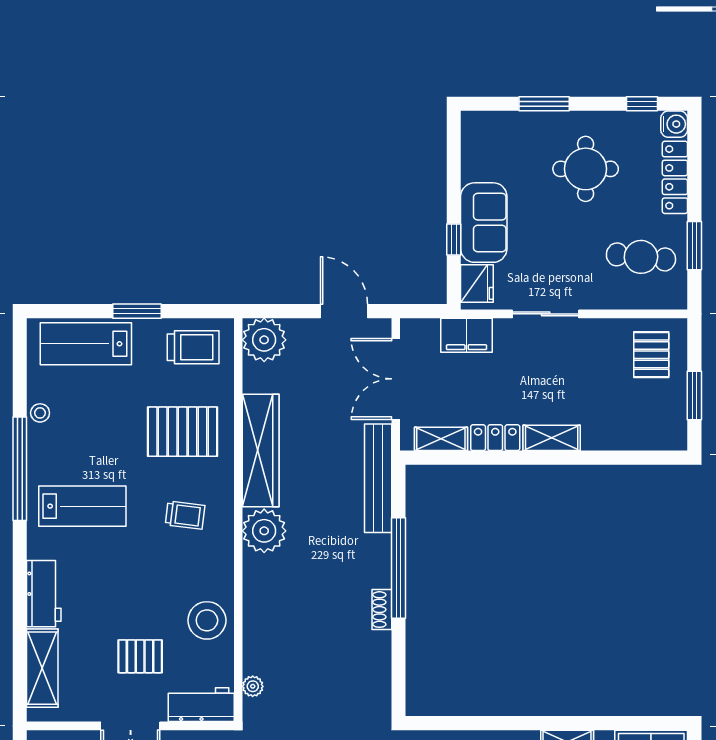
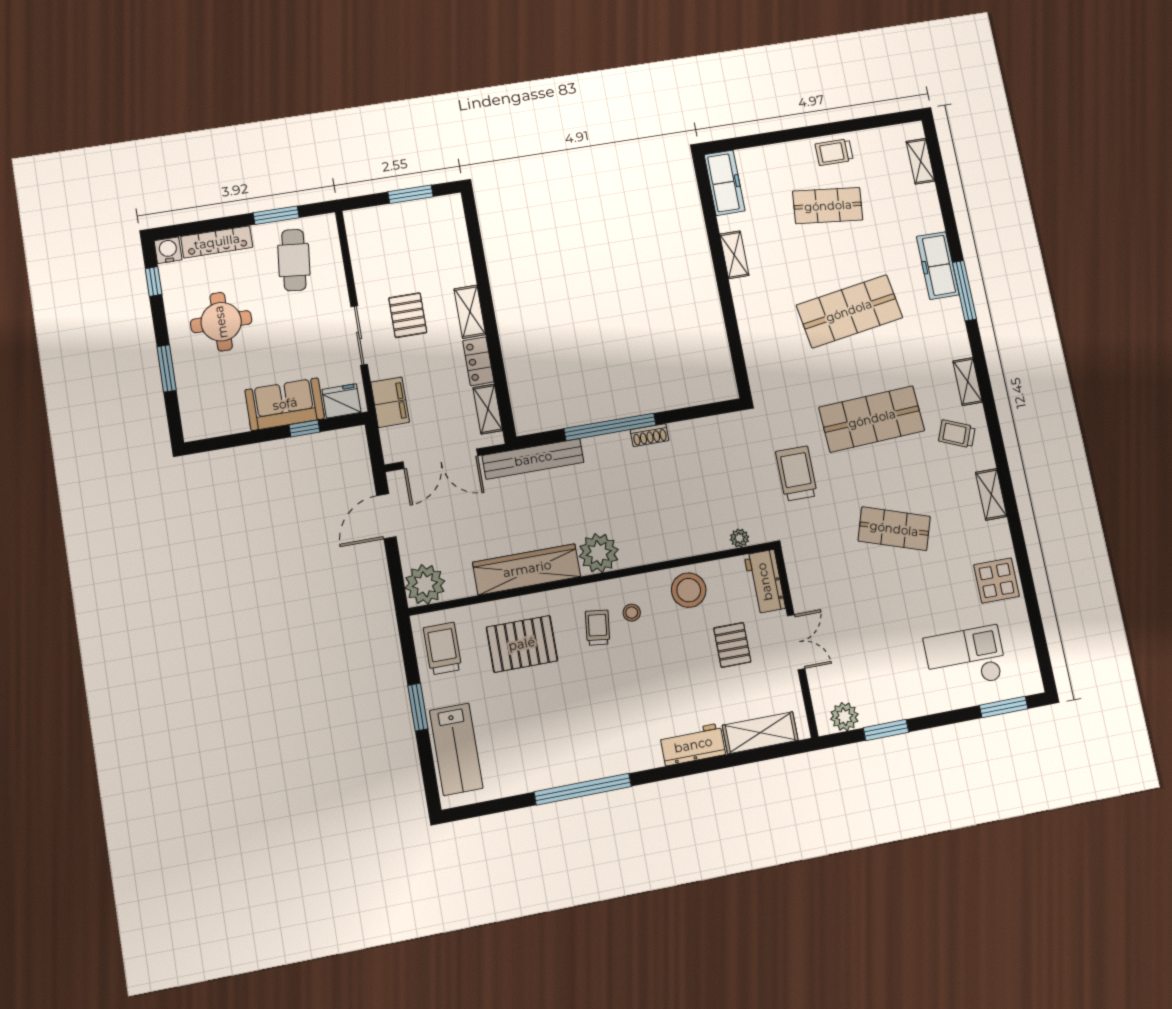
pallet: (651, 355) -> (408, 315), moved, turned 90
stool: (40, 413) -> (632, 613), moved
pallet: (183, 432) -> (522, 644), turned 90
lab bench: (82, 506) -> (607, 724), removed

